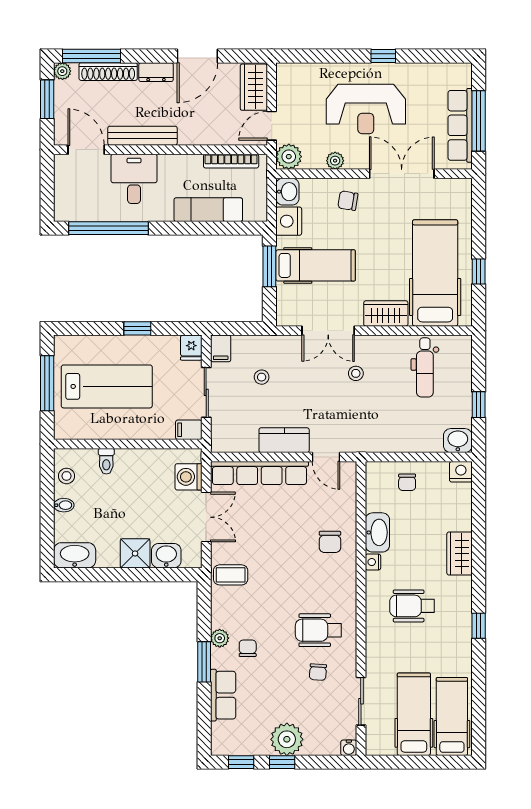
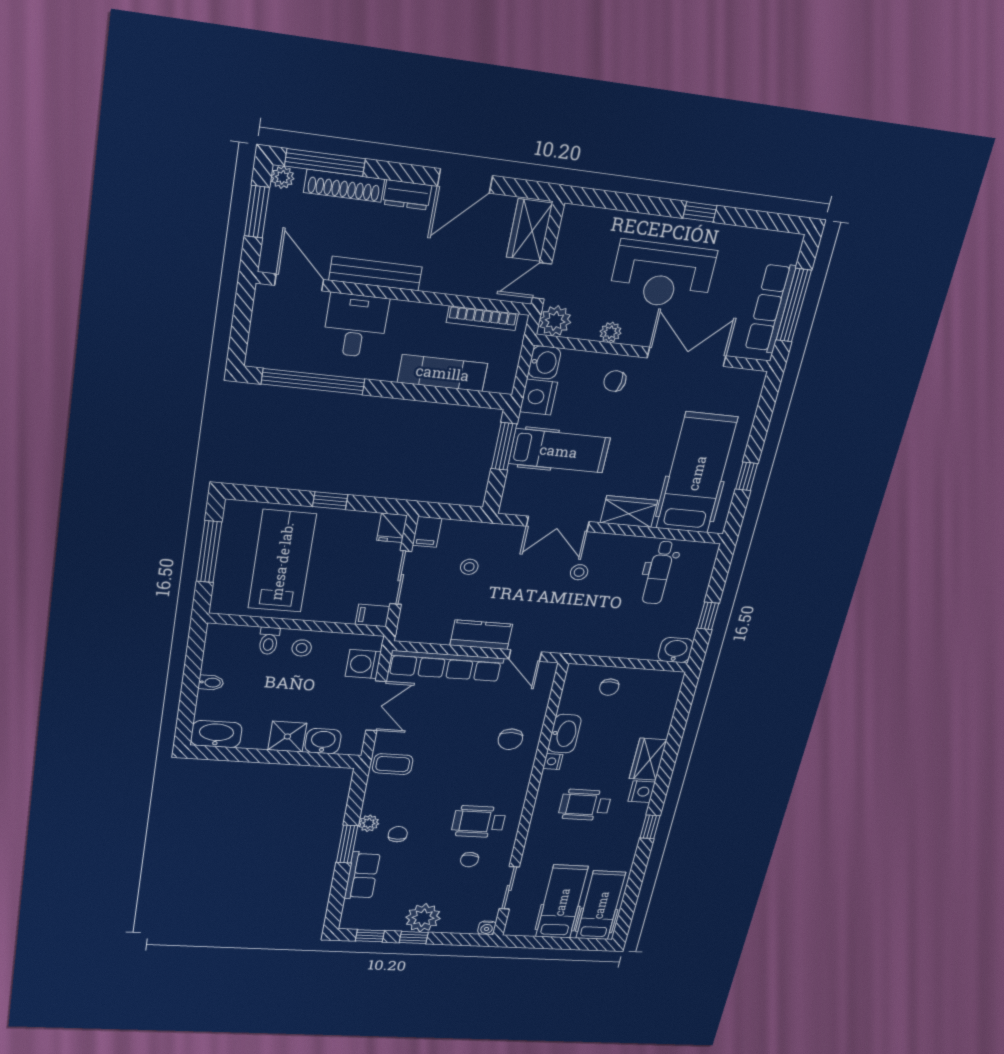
lab bench: (107, 386) -> (282, 561), turned -90
nightstand: (461, 472) -> (642, 792), moved, turned 90
stool: (67, 476) -> (302, 648), moved

